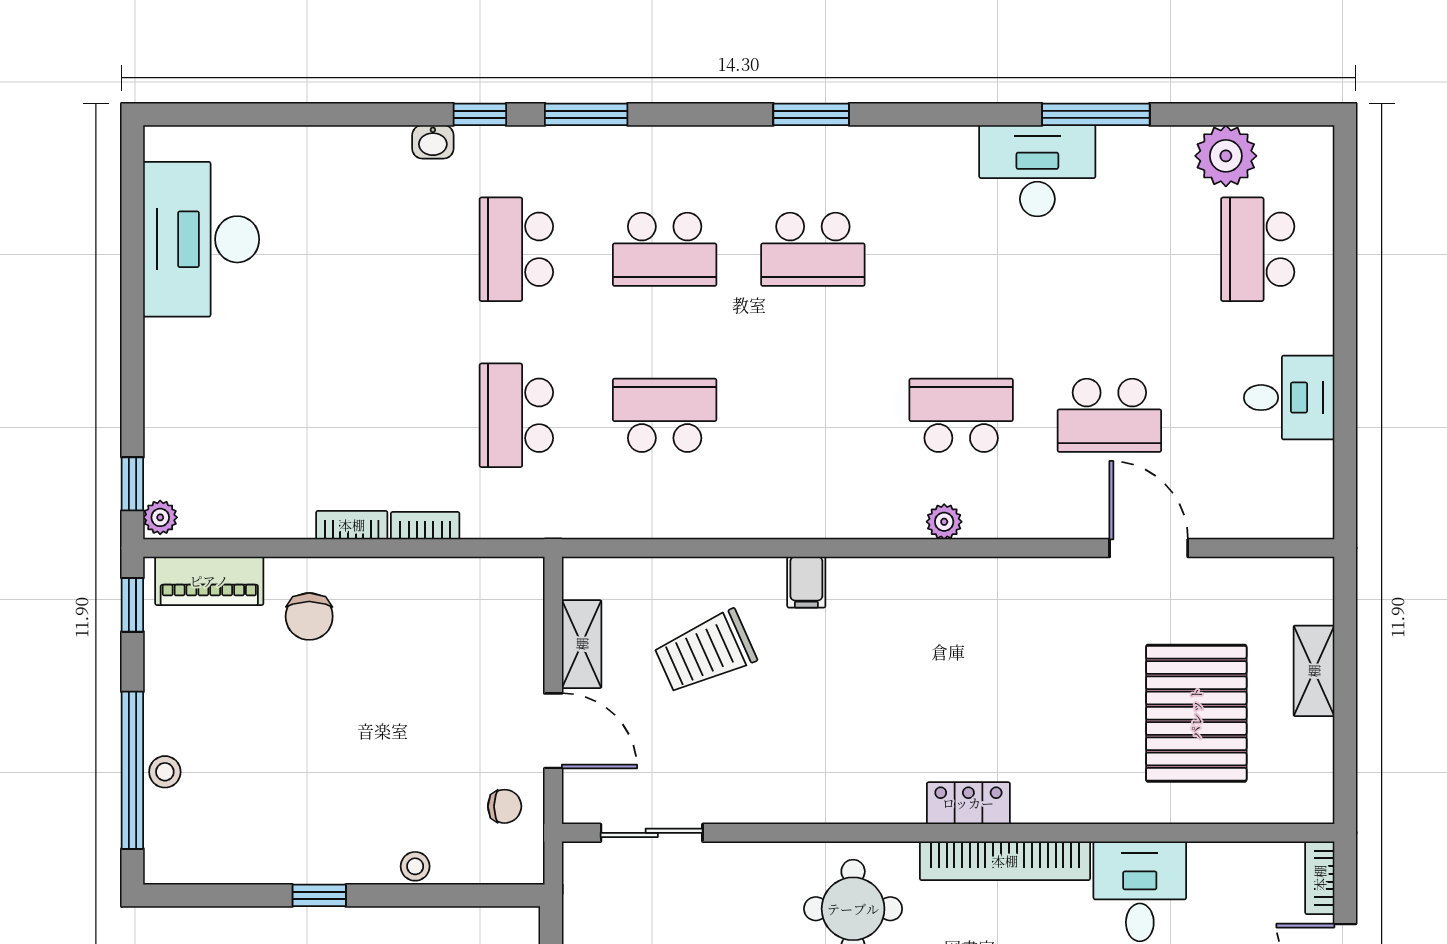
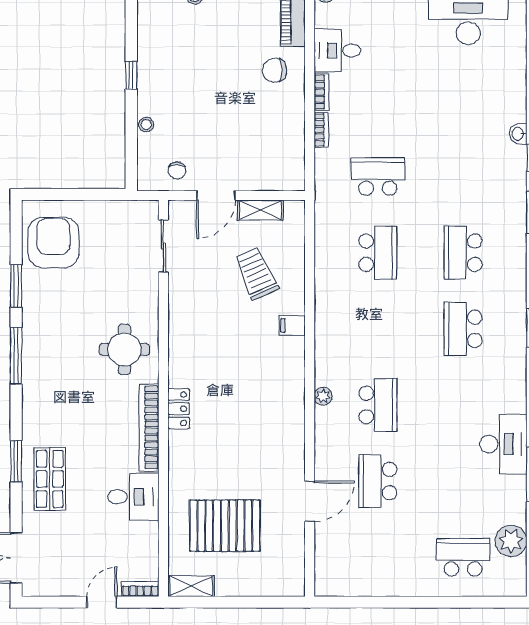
school desk: (516, 249) -> (463, 177), removed
desk: (1289, 398) -> (337, 50), moved, turned 90
shelving: (1314, 671) -> (191, 586), moved

